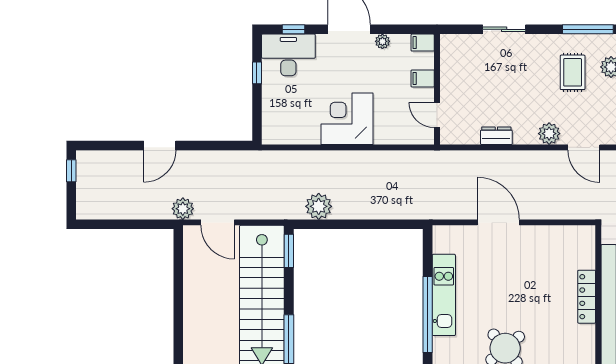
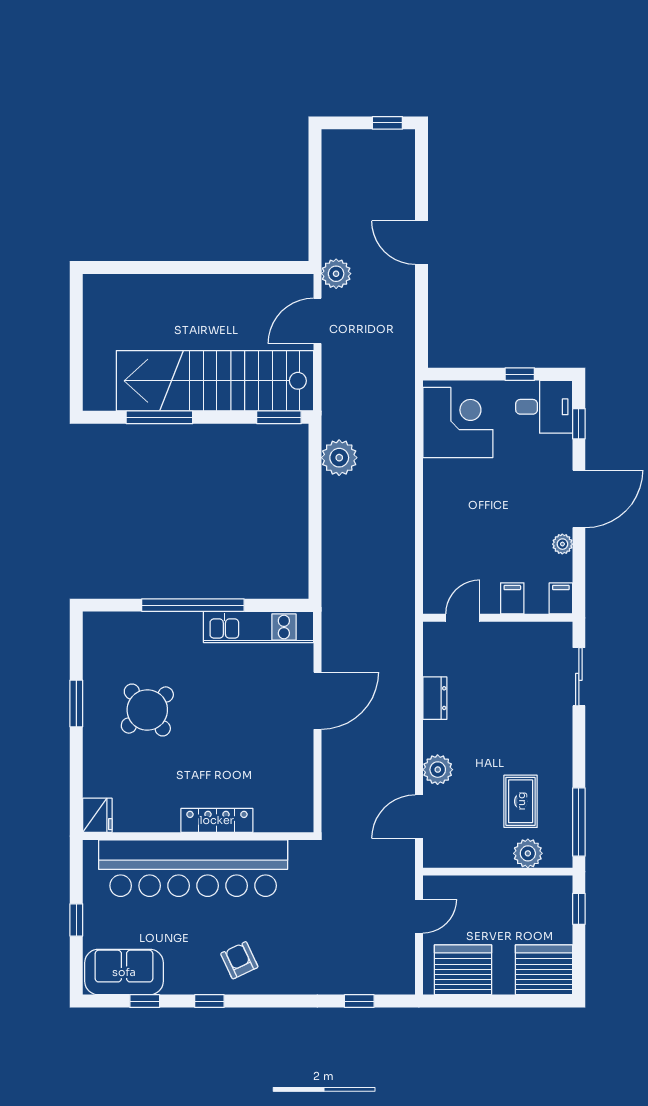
sliding door: (504, 29) -> (579, 677), moved
desk: (288, 55) -> (544, 407), width x0.73
rug: (573, 72) -> (521, 801), turned 90
corner desk: (347, 119) -> (458, 423), moved
kitchen unit: (444, 295) -> (259, 627), moved

